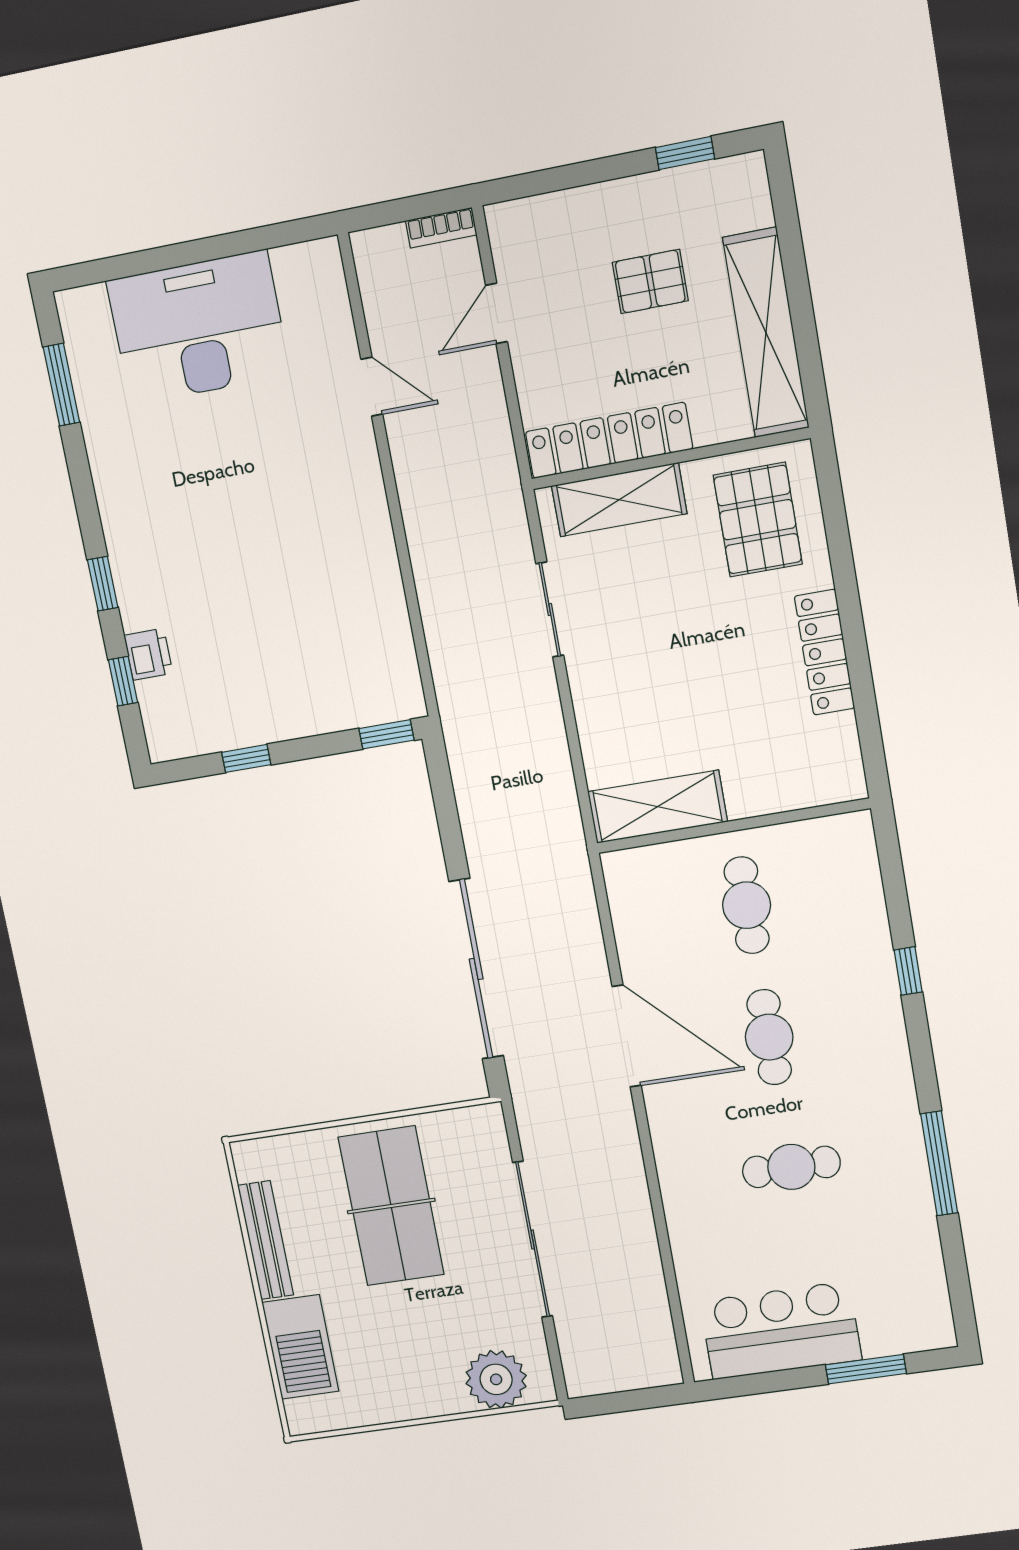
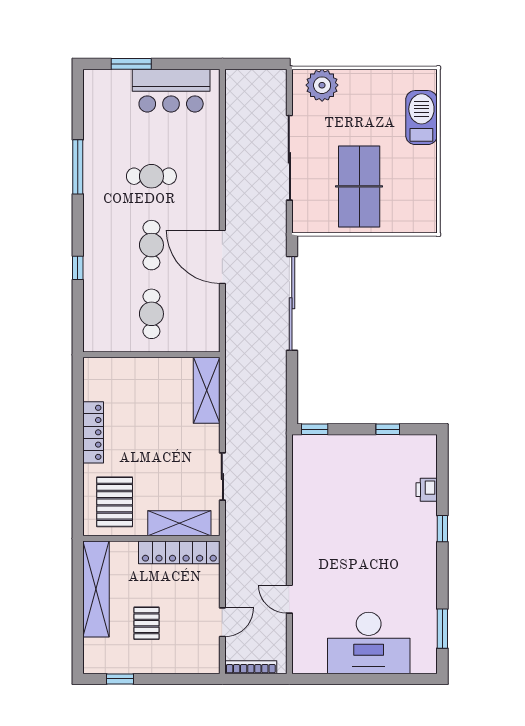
bookcase: (441, 228) -> (251, 667), width x1.56
pallet: (650, 282) -> (147, 623), turned 90
window: (123, 681) -> (442, 479), removed
shelving: (657, 807) -> (207, 390), moved, turned 90
bench: (266, 1240) -> (428, 178), removed

